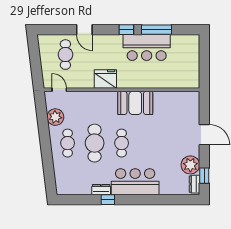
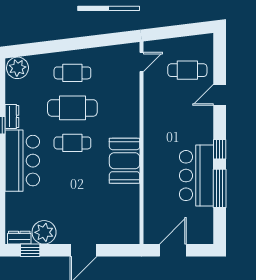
door: (204, 66) -> (173, 250), added
fridge: (105, 79) -> (156, 122), removed
plant: (55, 117) -> (17, 68), moved

